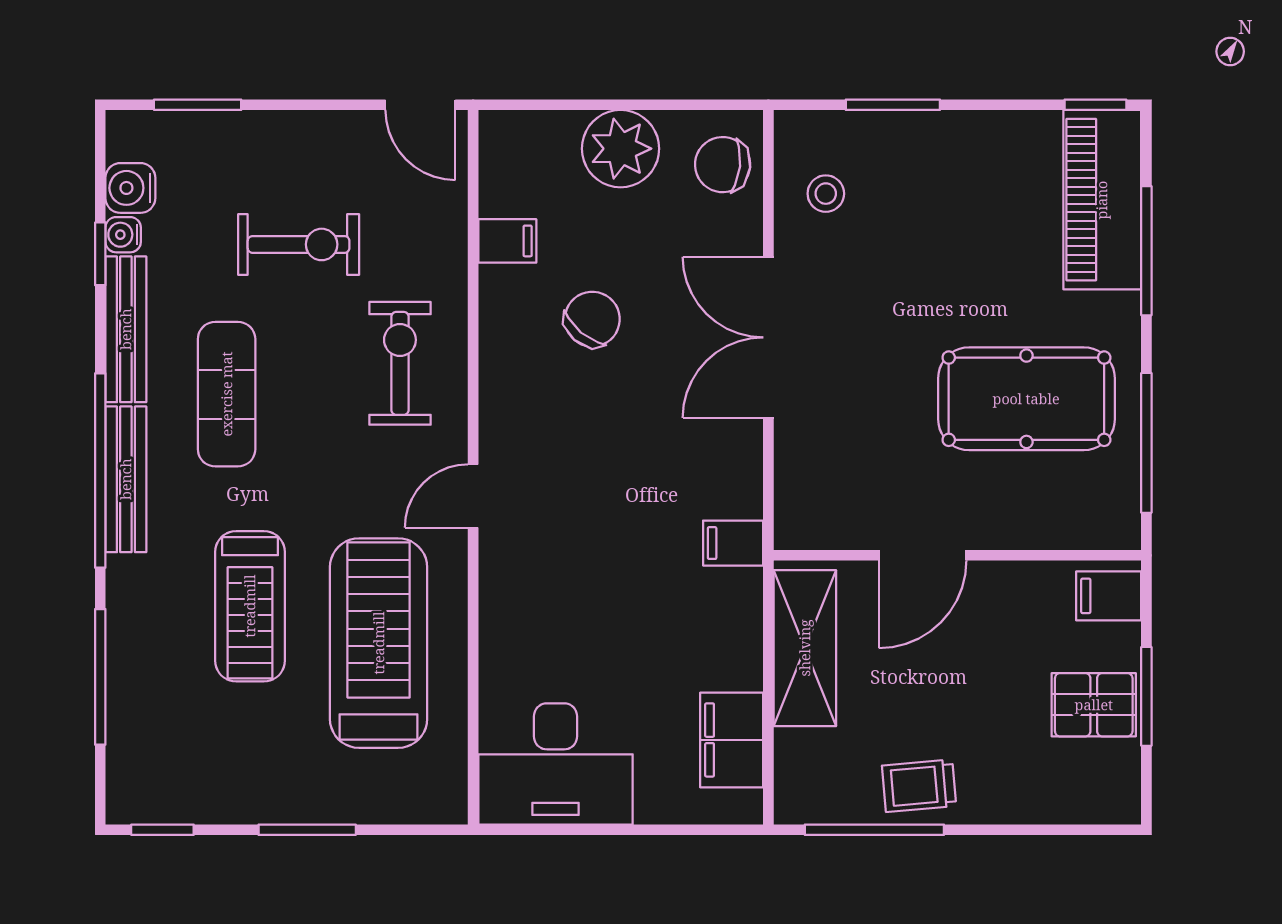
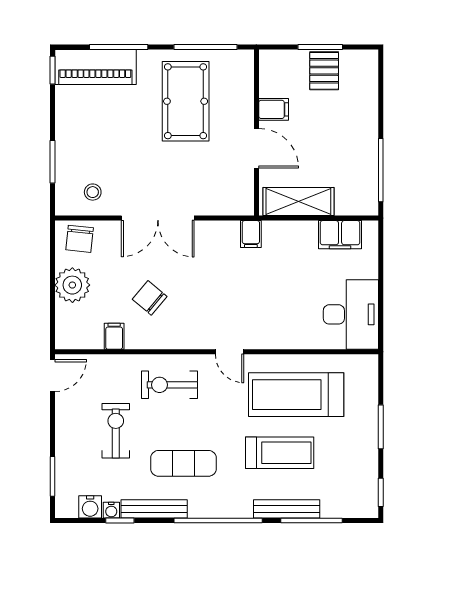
bench: (126, 479) -> (287, 509), moved
filing cabinet: (1109, 596) -> (274, 109), moved, turned -90
trolley: (919, 786) -> (361, 150), removed

